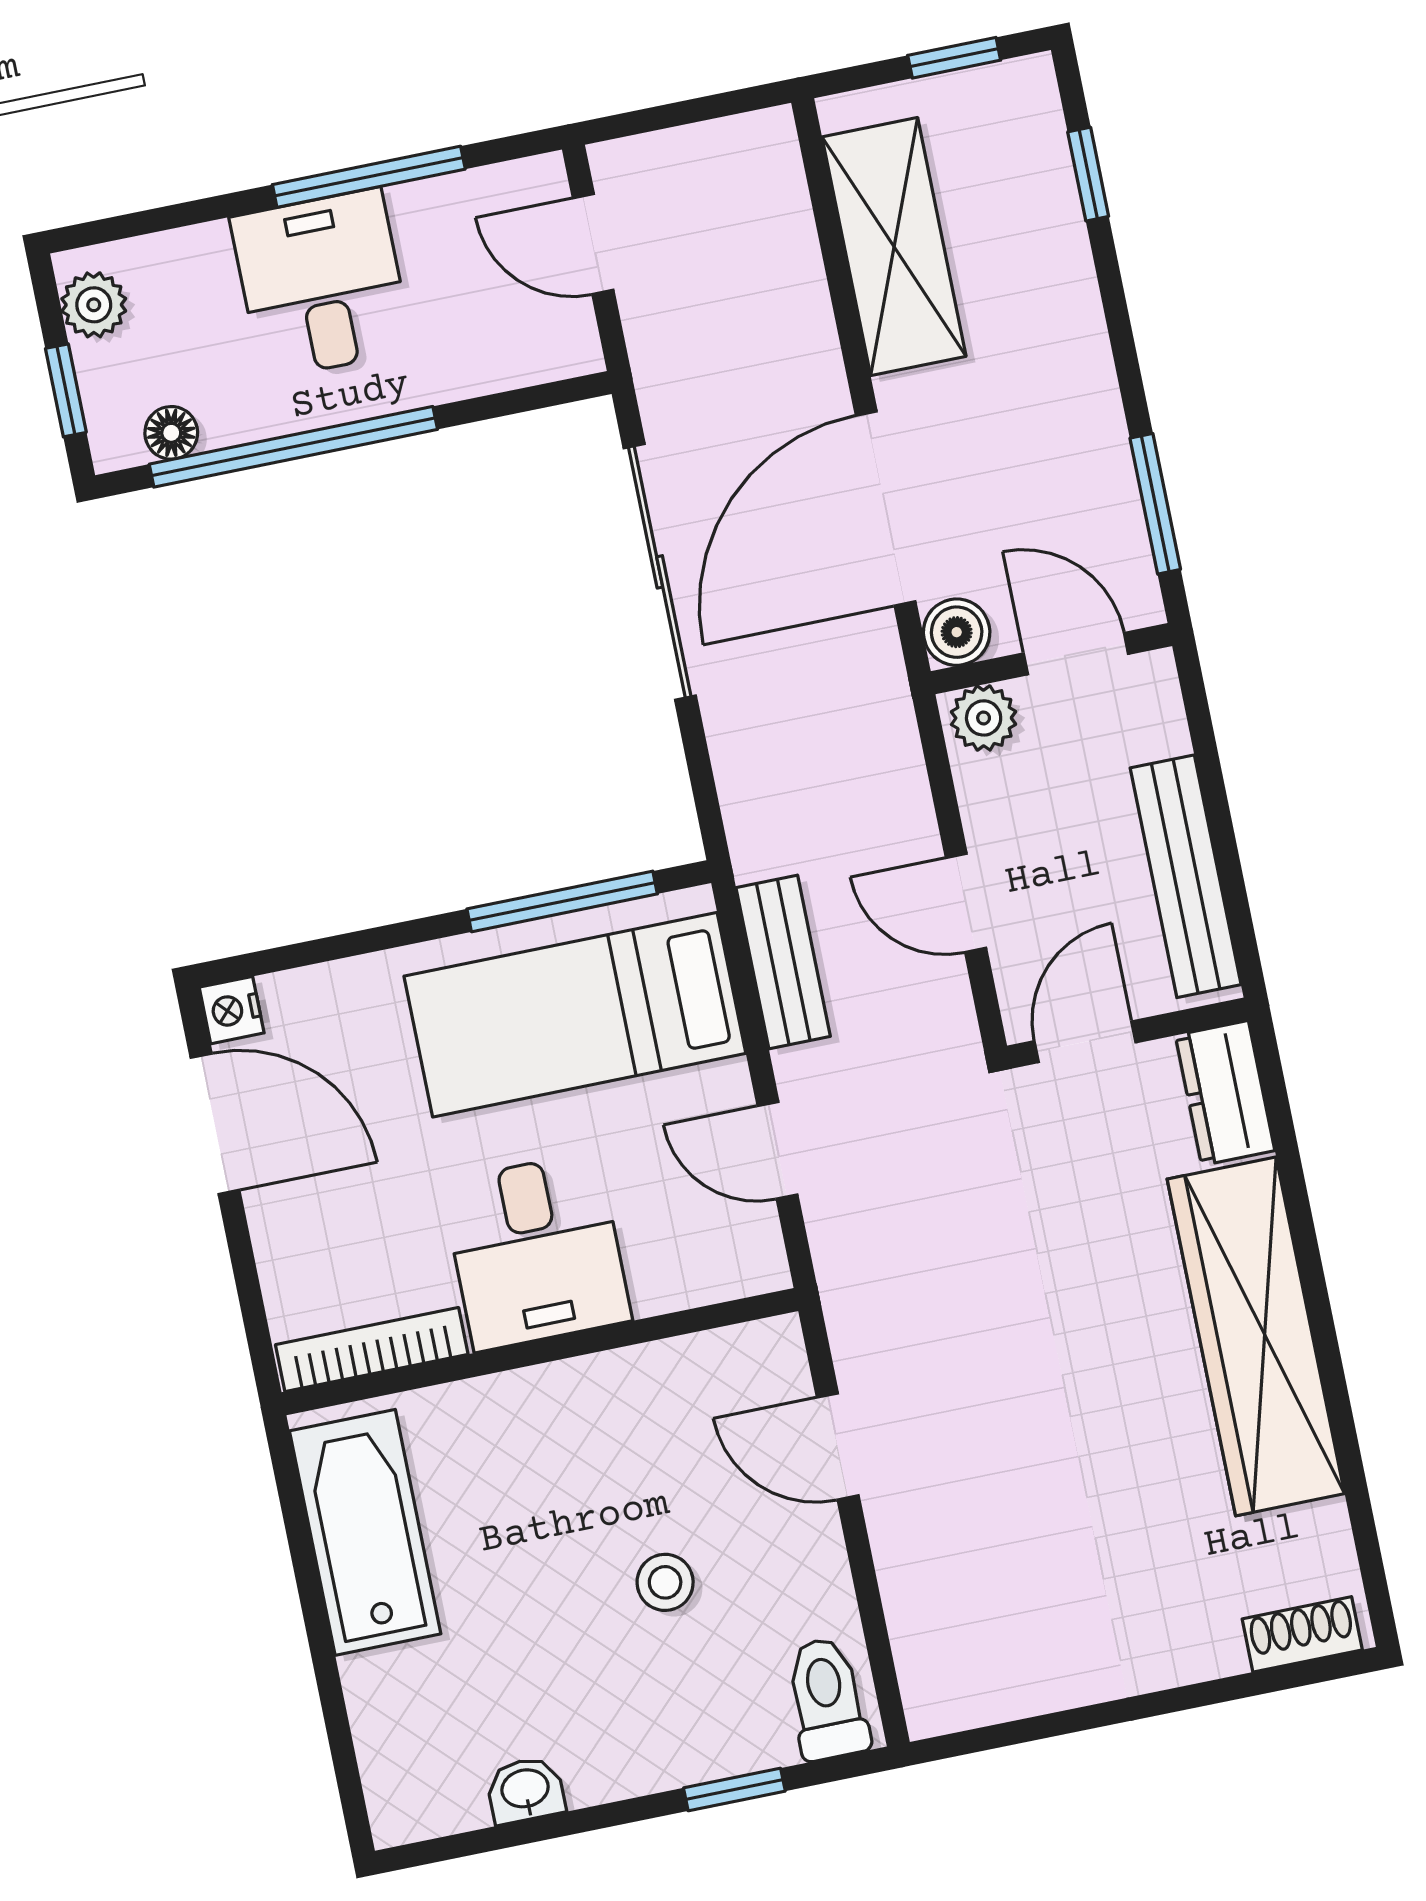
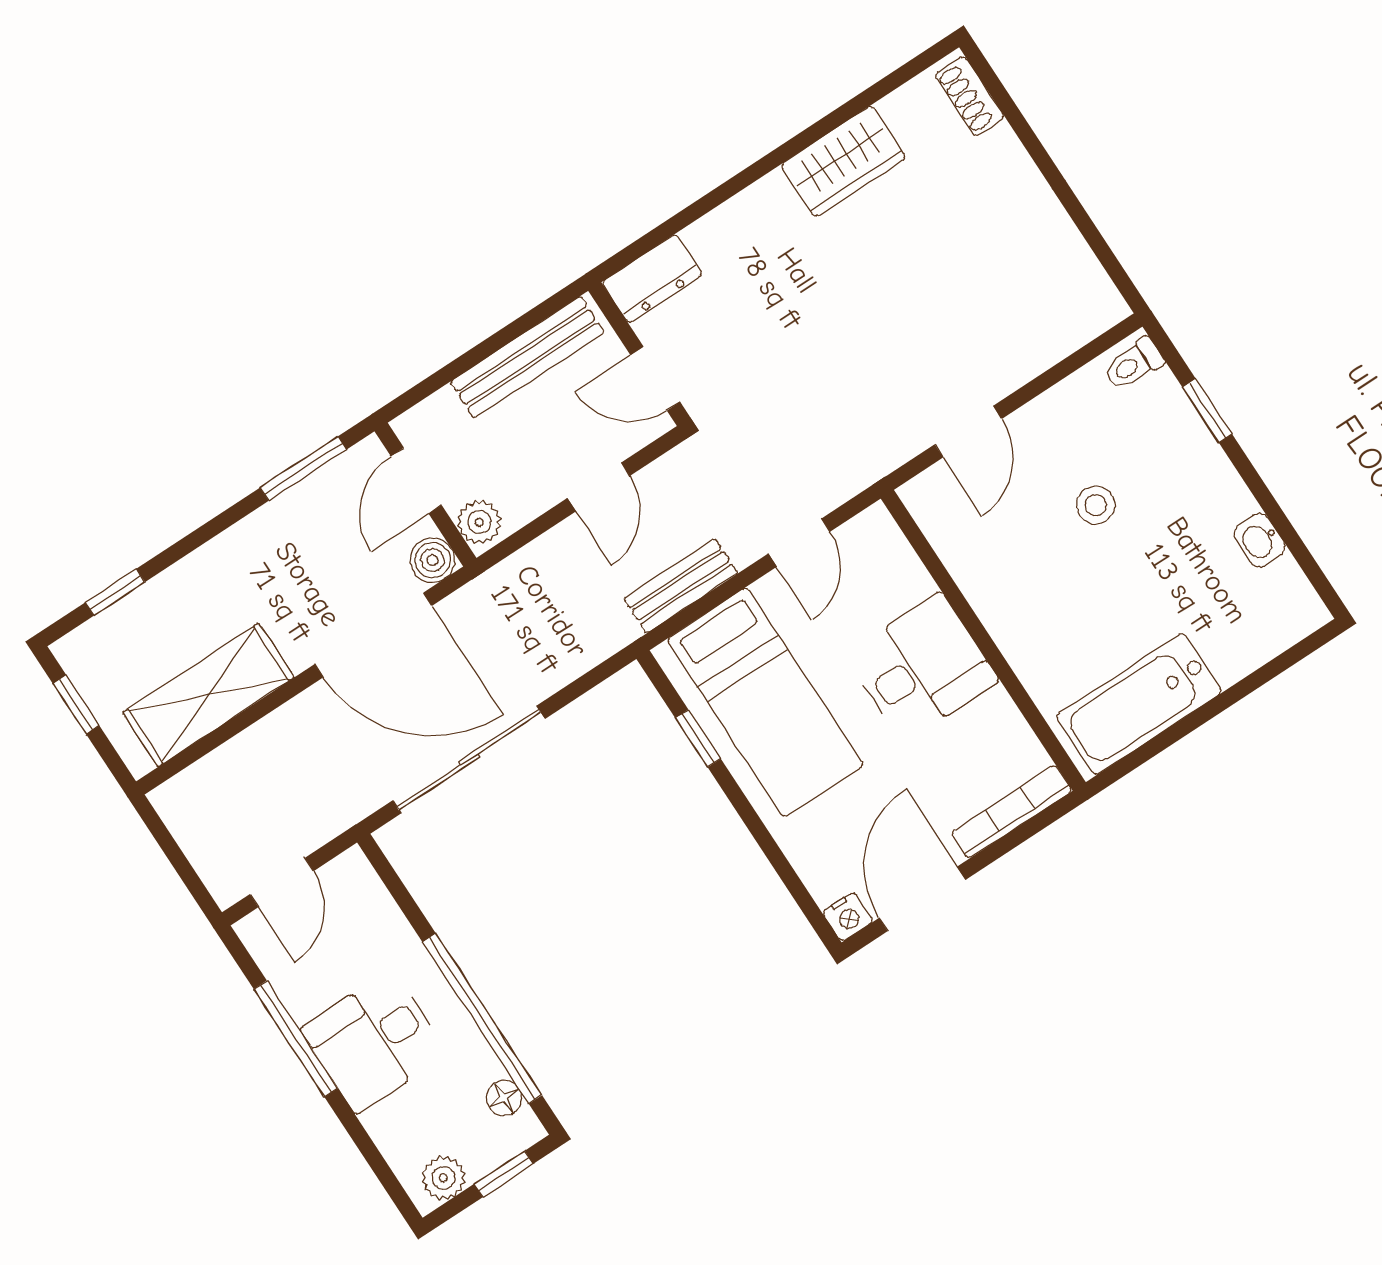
window: (562, 901) -> (698, 738), width x0.46
wardrobe: (1256, 1336) -> (843, 161), width x0.48, depth x0.85
bookcase: (372, 1349) -> (1012, 812), moved, turned 90
toilet: (827, 1699) -> (1133, 364), width x0.73, depth x0.72

